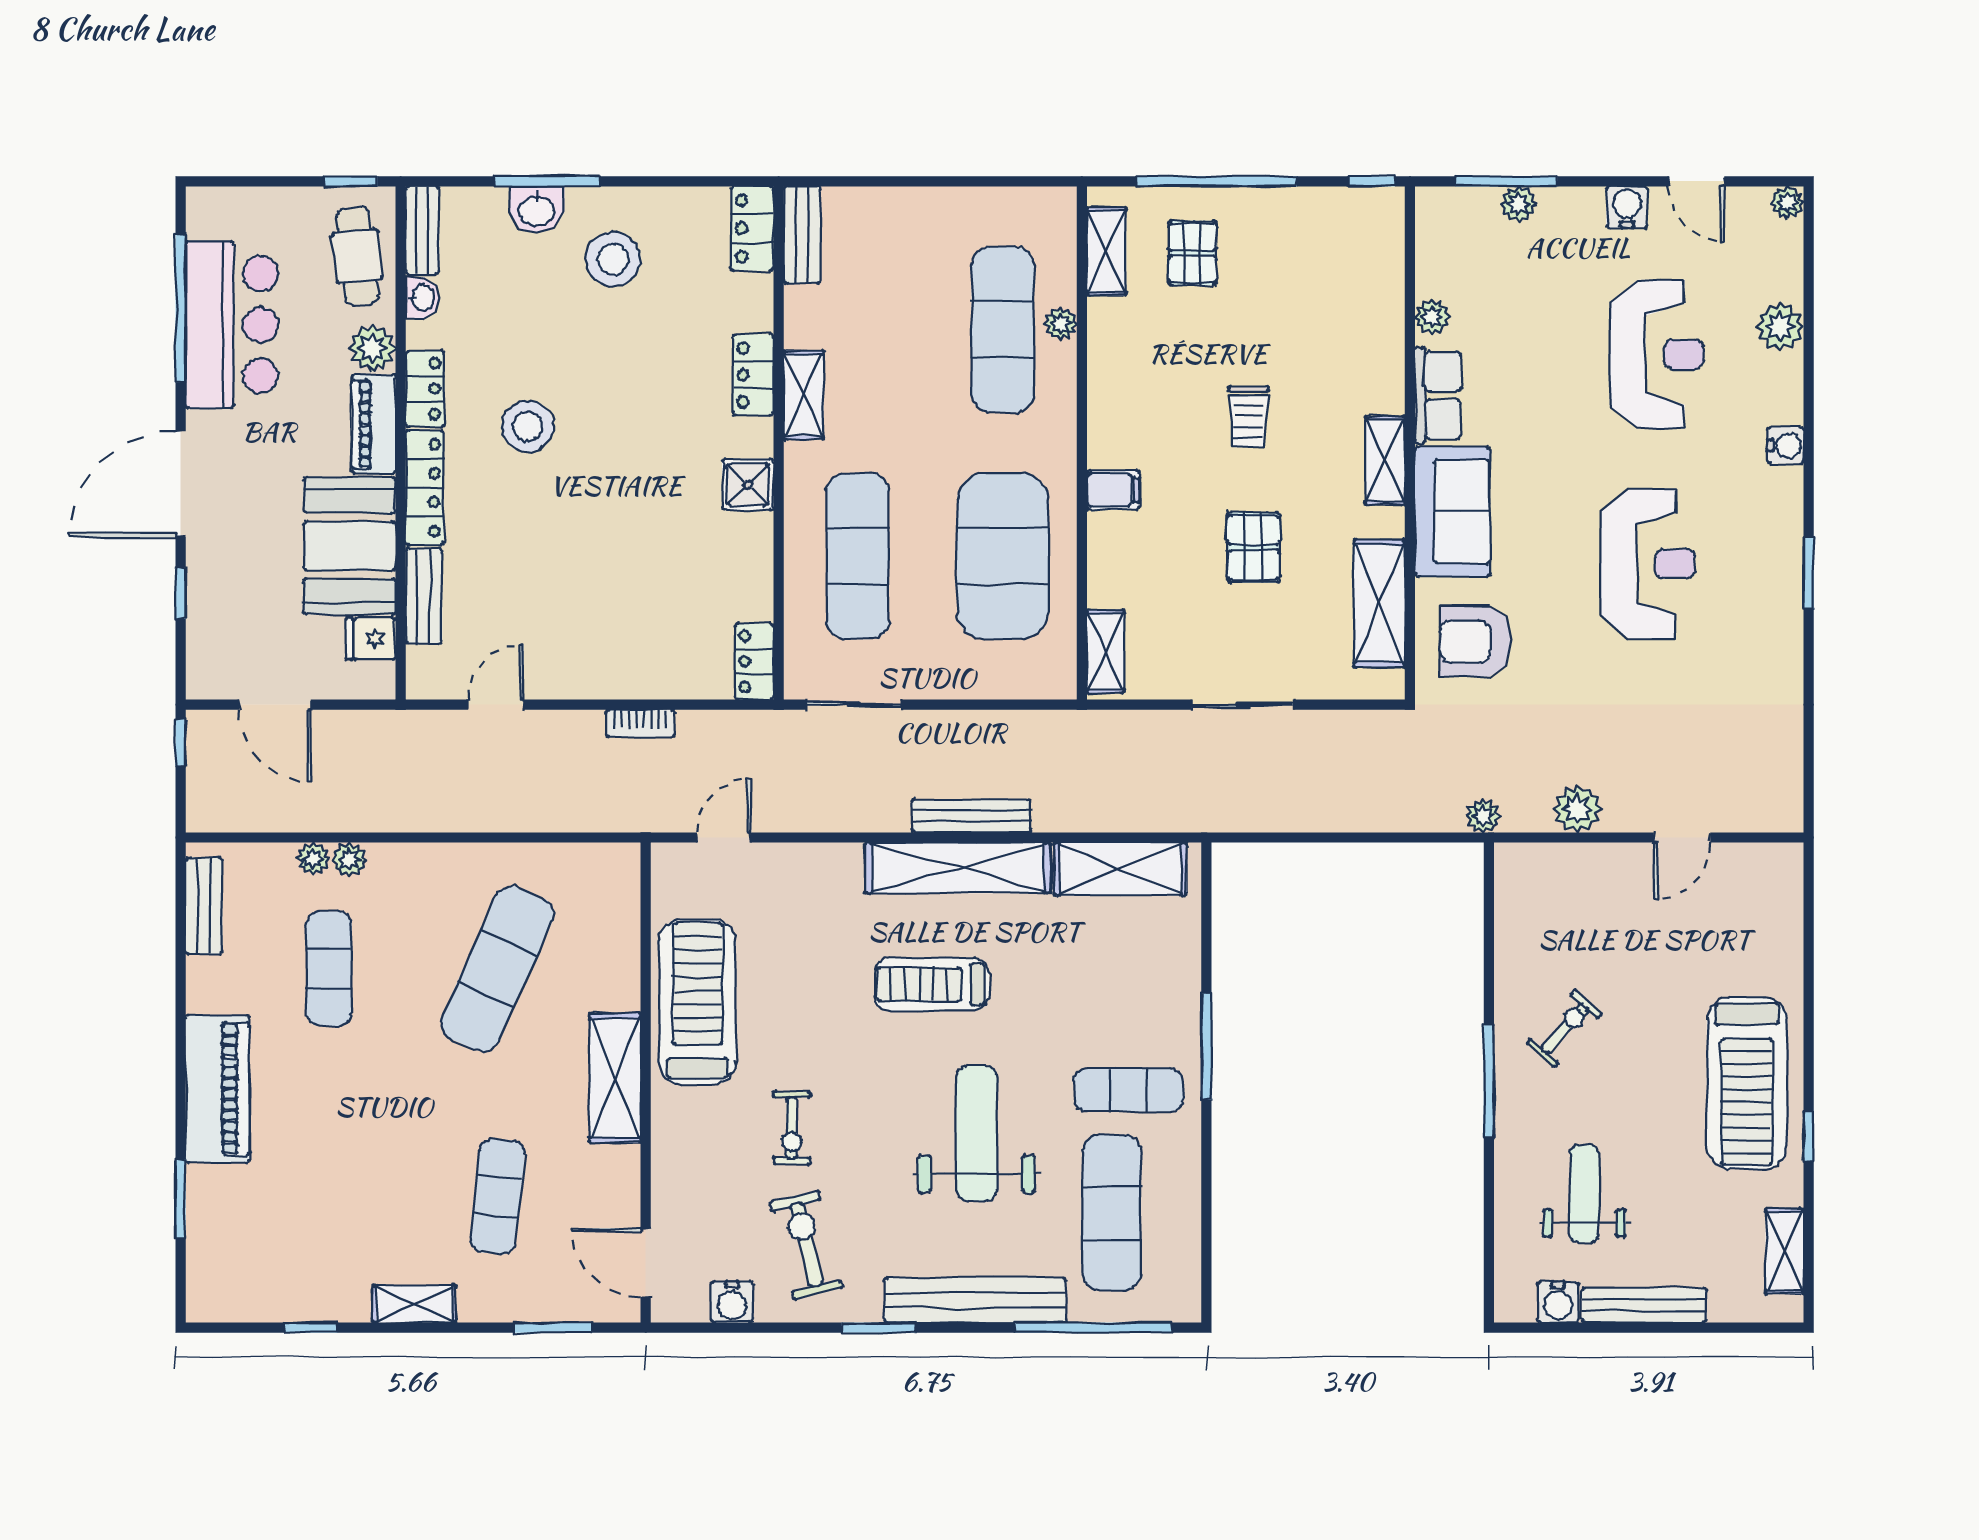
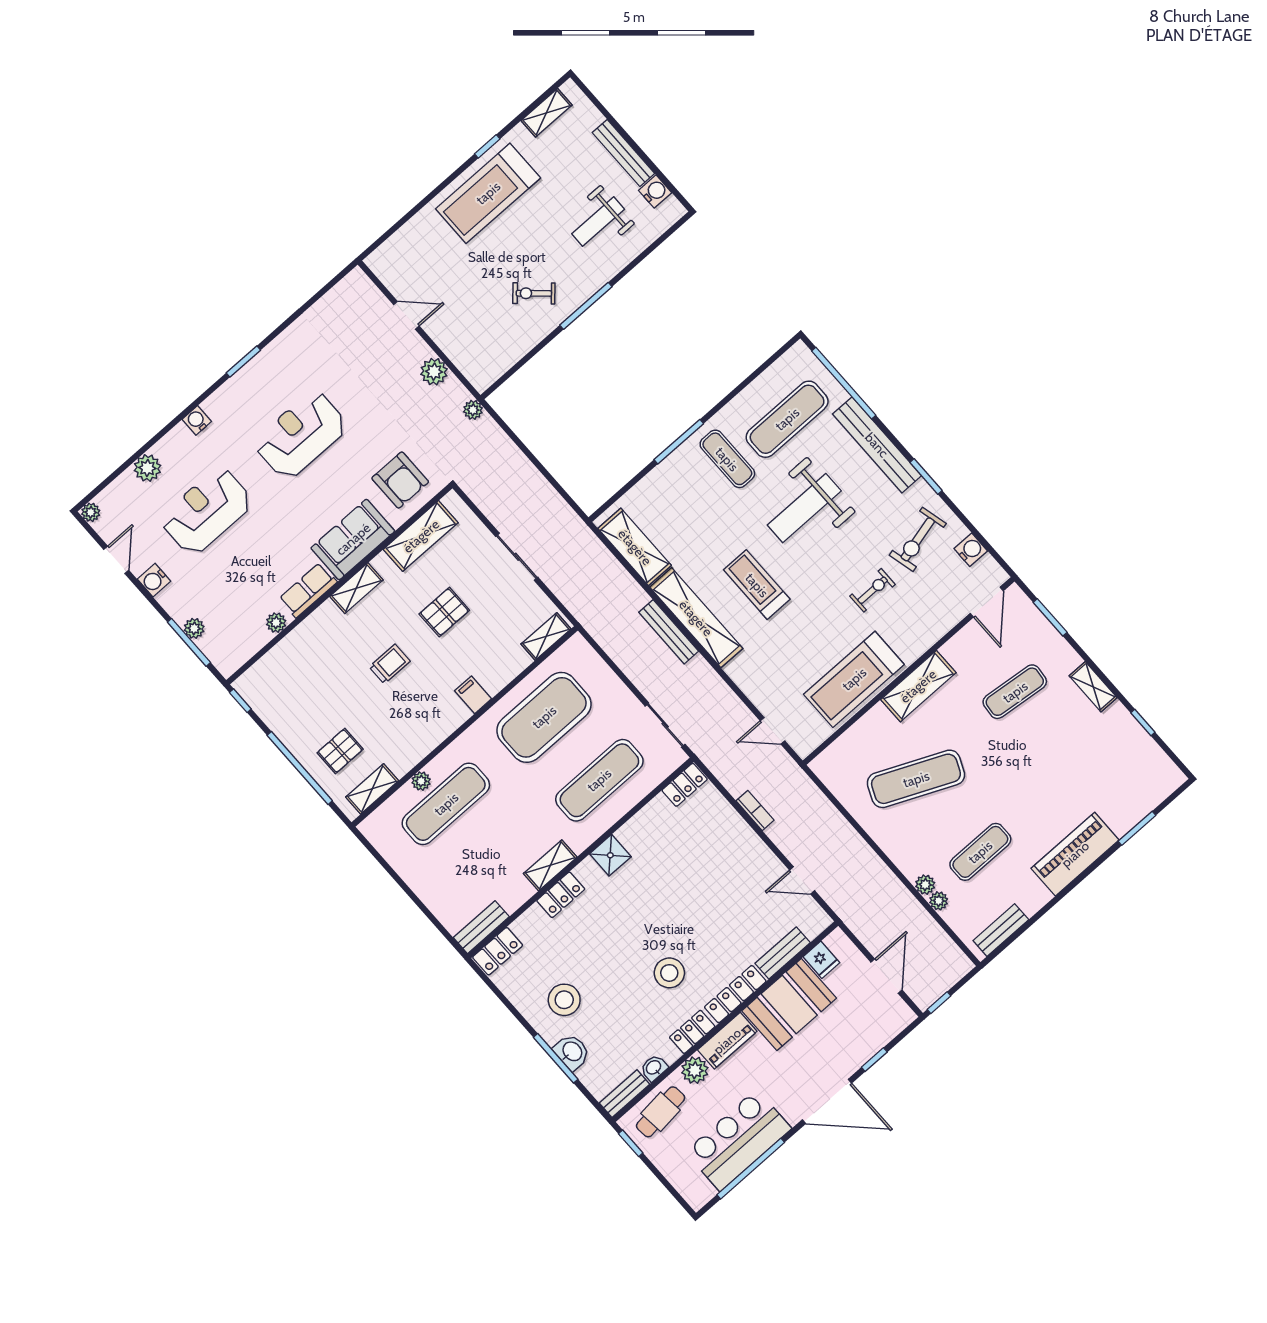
treadmill: (932, 984) -> (757, 585), turned 180
treadmill: (1747, 1083) -> (488, 193), turned 180

